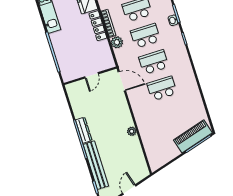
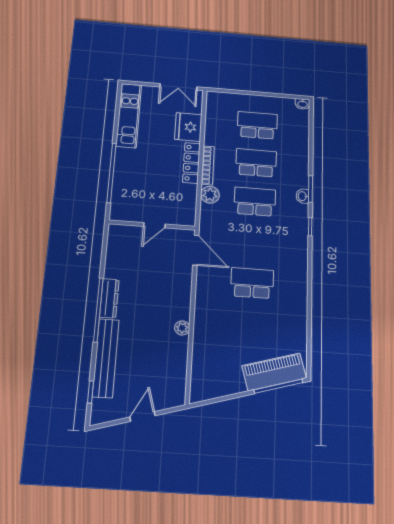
school desk: (154, 62) -> (253, 242), removed

